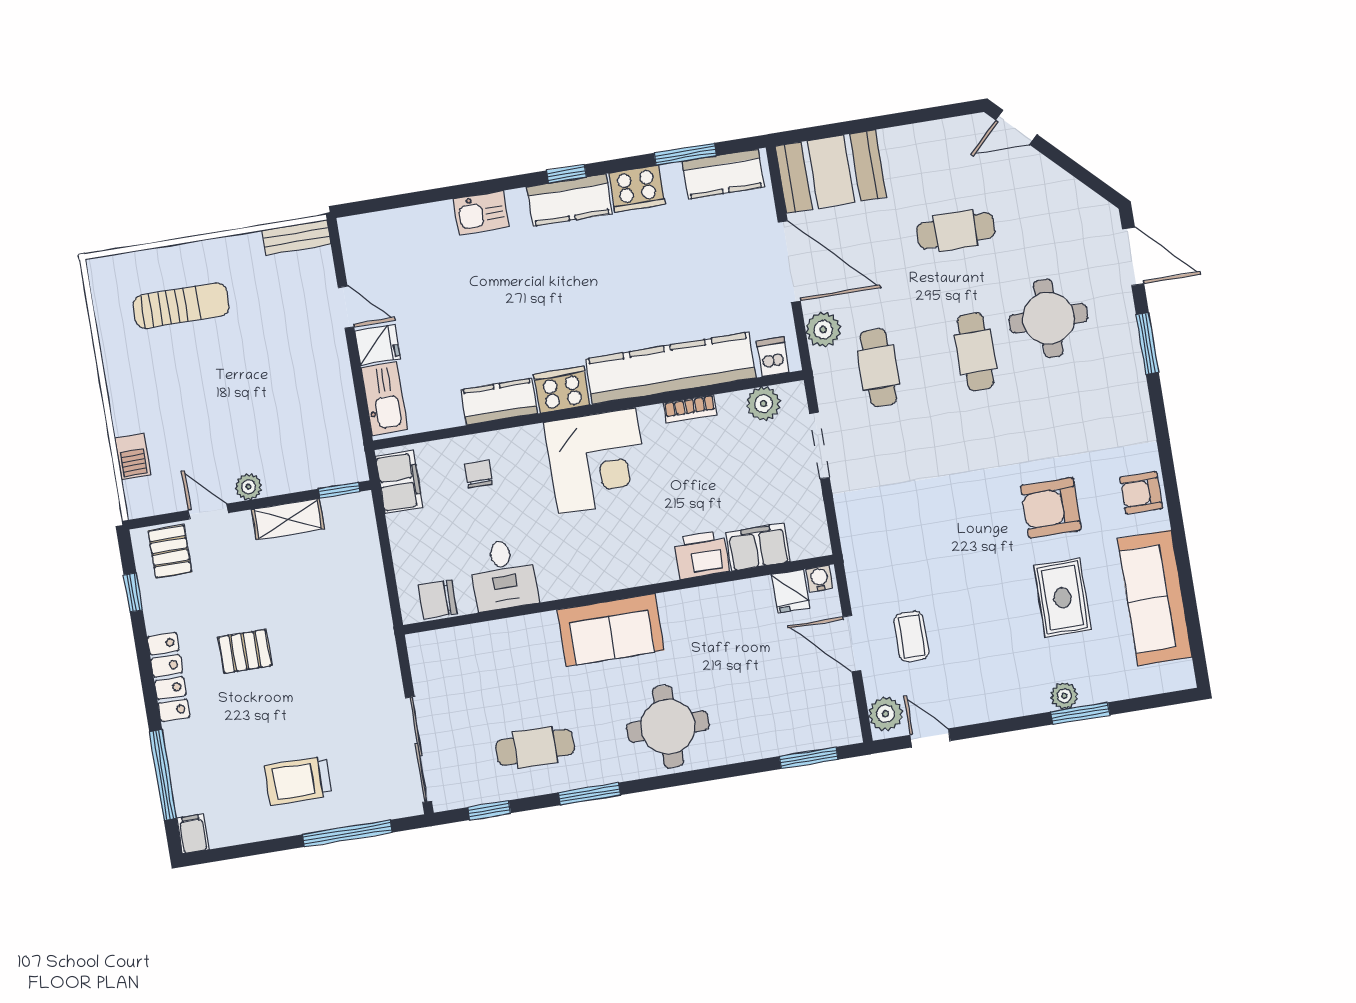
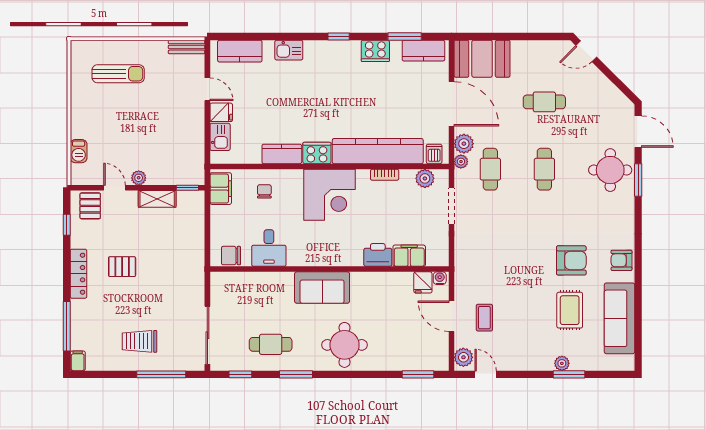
kitchen counter: (569, 200) -> (240, 51), moved
round table: (1048, 318) -> (610, 170), moved
plant: (823, 363) -> (461, 162), added
kitchen sink: (384, 399) -> (220, 137), width x0.73
armchair: (1051, 508) -> (571, 260), turned 180

